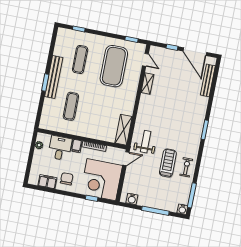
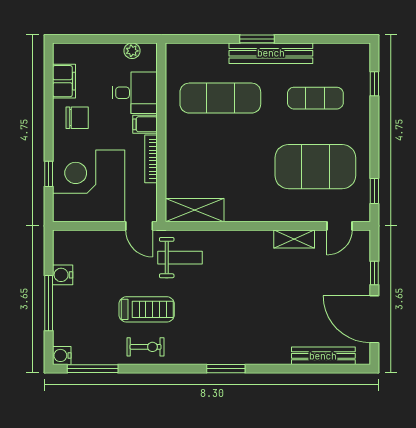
door: (195, 52) -> (374, 319), hinge flipped
exercise mat: (71, 106) -> (220, 98), width x1.36, depth x1.45
water cooler: (132, 199) -> (63, 275), moved

